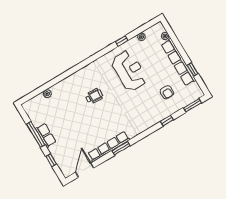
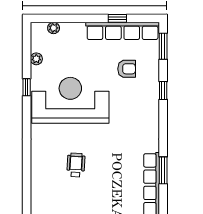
row of seats: (179, 62) -> (123, 31), moved
reception desk: (129, 71) -> (70, 100), width x1.36, depth x1.30

